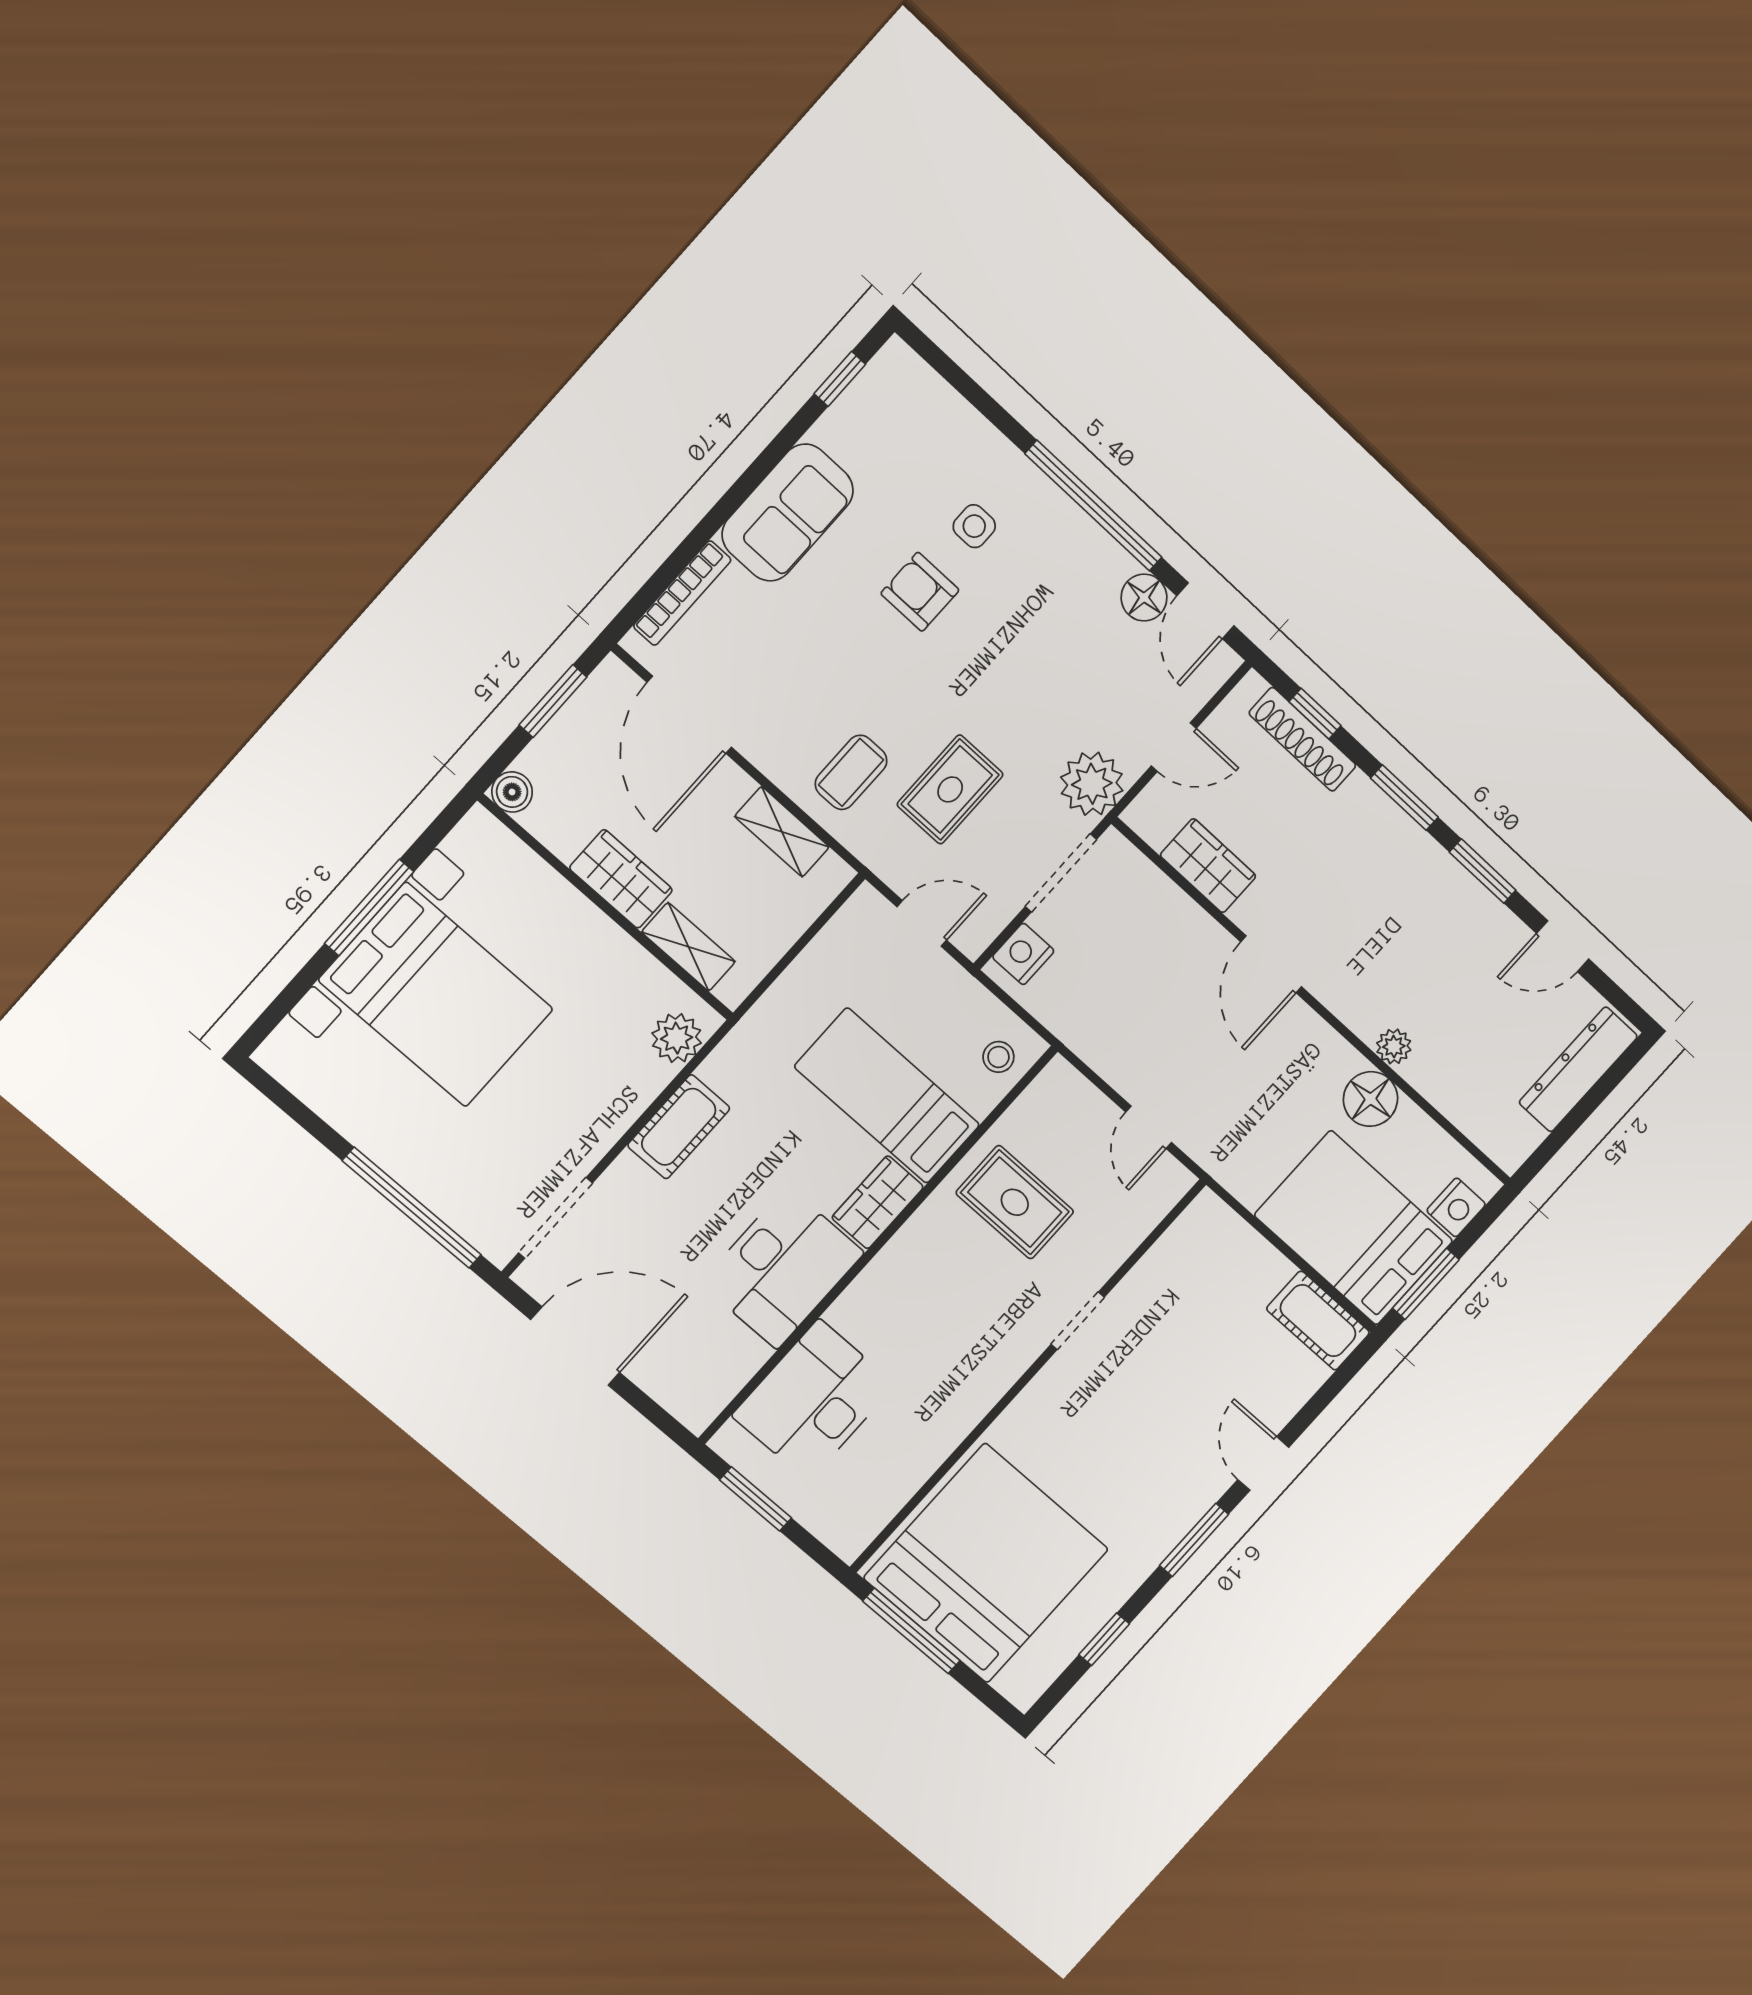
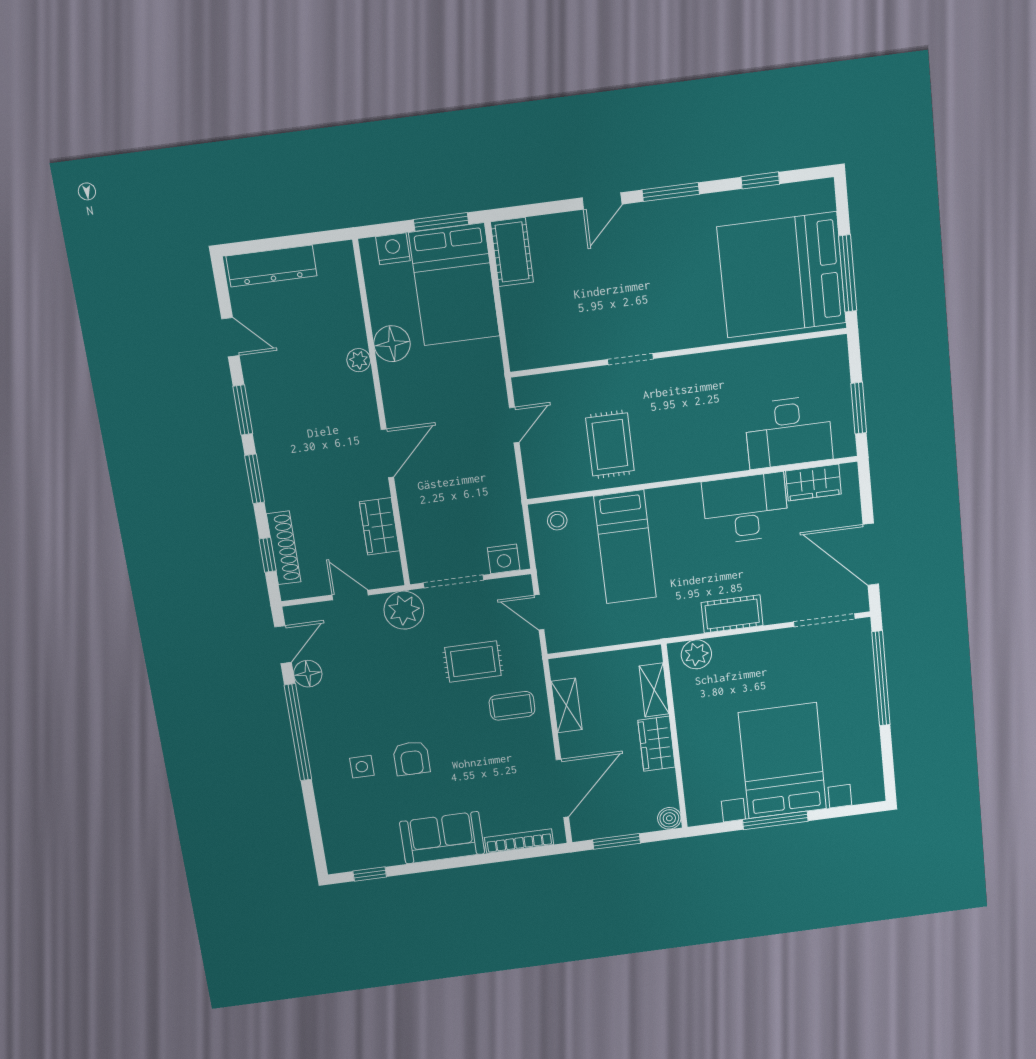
wardrobe: (878, 1202) -> (813, 483), moved

